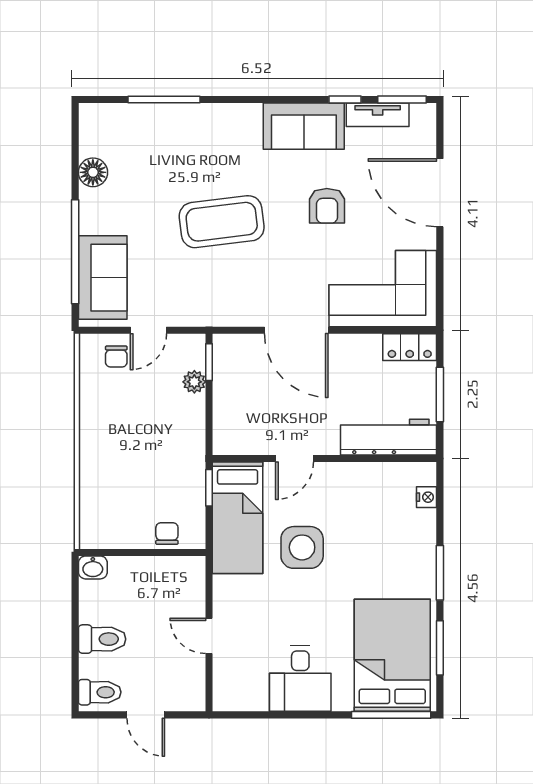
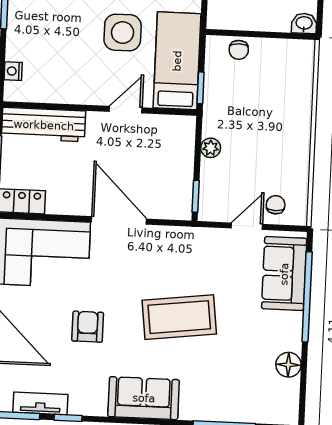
sofa: (304, 126) -> (144, 398), moved
plant: (194, 382) -> (211, 148), moved

